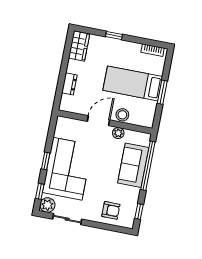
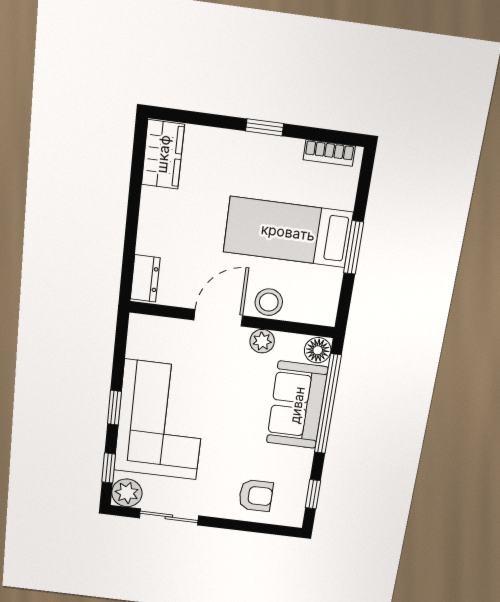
window: (114, 35) -> (265, 127), moved
dresser: (69, 84) -> (145, 278), moved
floor lamp: (144, 139) -> (318, 350), added

